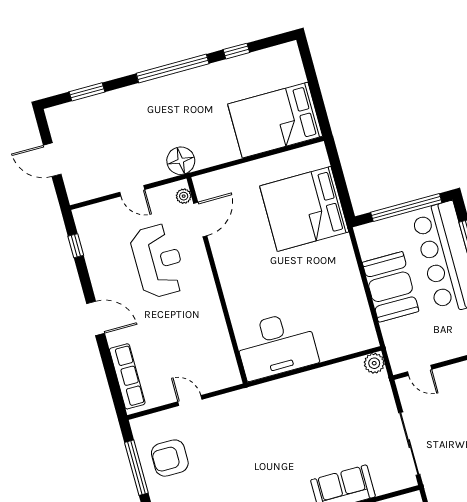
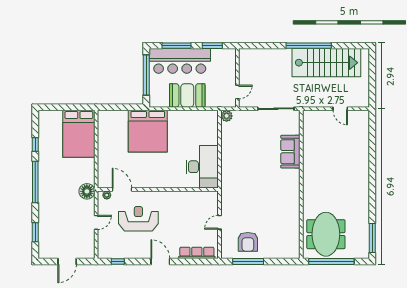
bed: (304, 209) -> (148, 131), moved
door: (96, 318) -> (160, 261), hinge flipped

